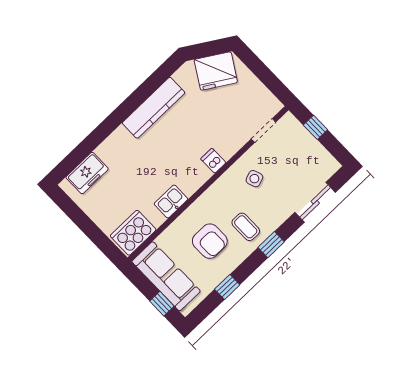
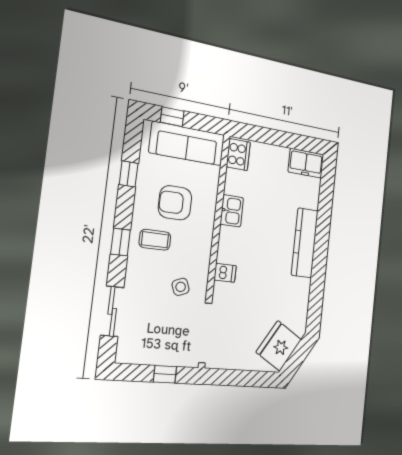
kitchen counter: (154, 108) -> (305, 243), moved
doorway: (263, 131) -> (205, 333), width x1.88
freezer: (87, 173) -> (306, 163), moved, turned -90
cooker: (133, 233) -> (238, 155), width x0.73, depth x0.76

